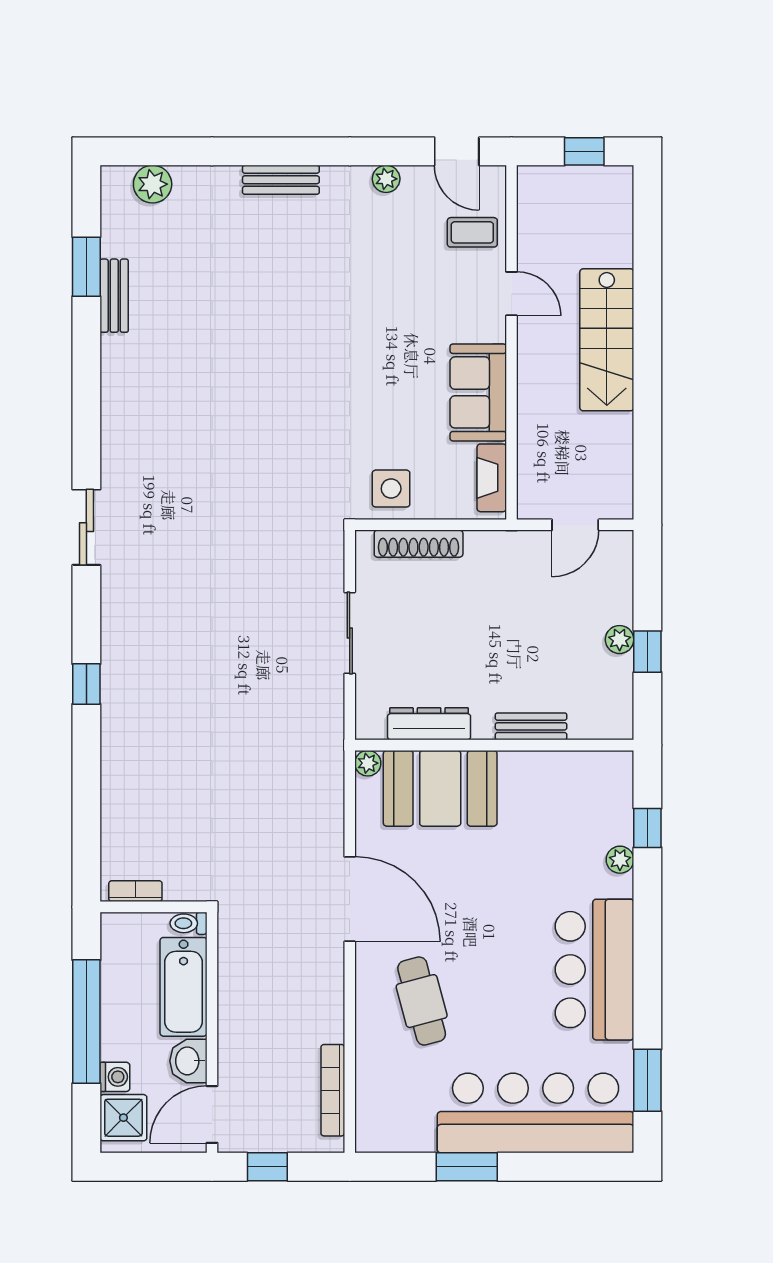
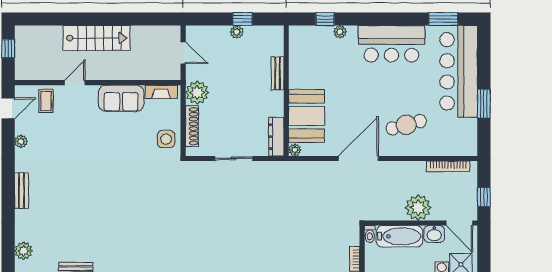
plant: (490, 555) -> (197, 93), added
dresser: (429, 724) -> (276, 137), moved
plant: (245, 1026) -> (418, 208), added

